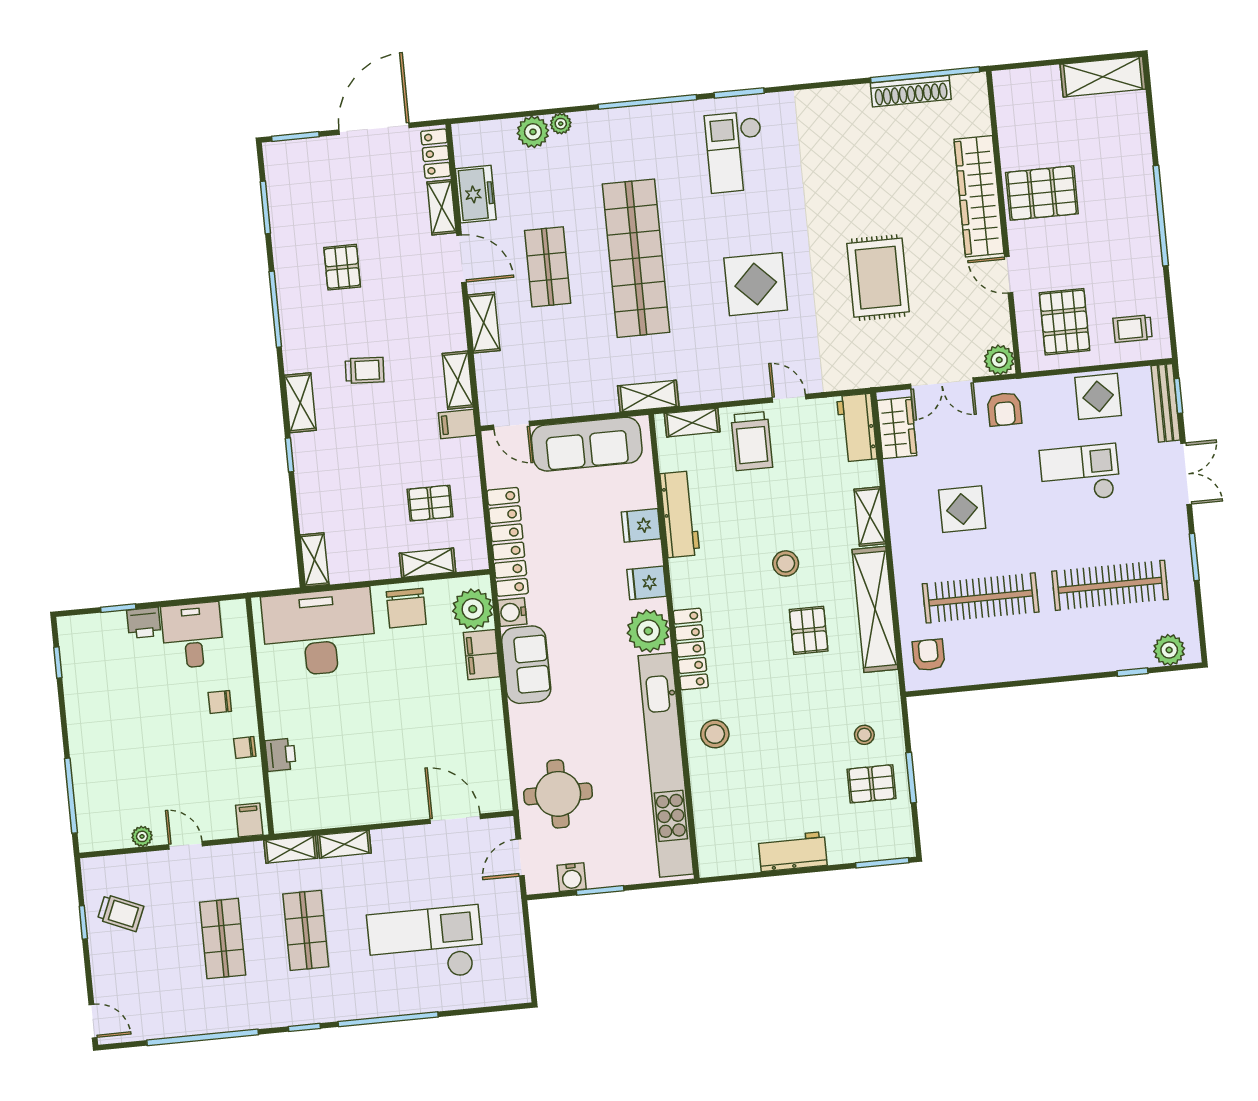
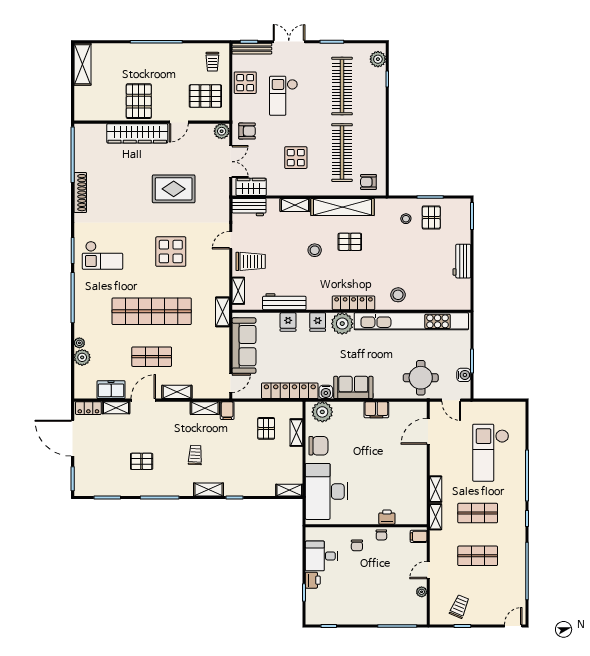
shoe rack: (911, 91) -> (80, 193), moved
filing cabinet: (482, 655) -> (376, 410), moved

